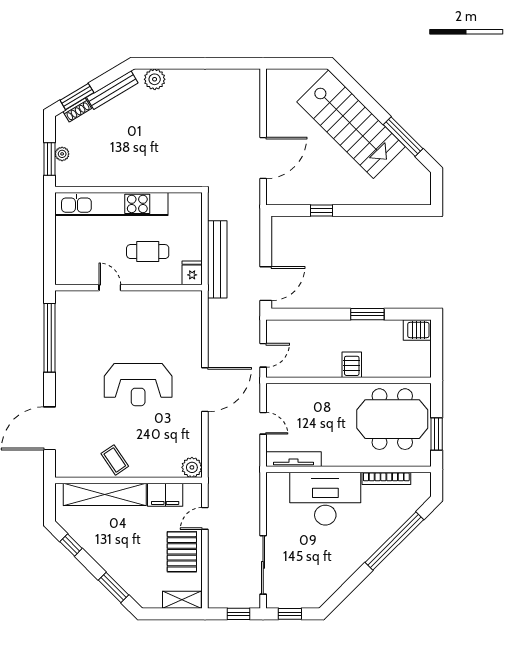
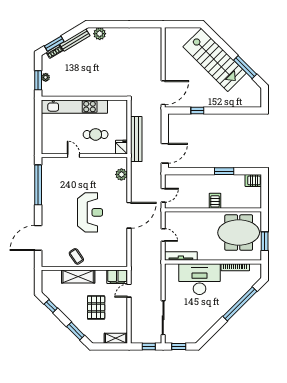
door: (263, 158) -> (163, 93), moved
reception desk: (138, 385) -> (90, 212), turned -90
plant: (192, 467) -> (121, 174), moved
shelving: (105, 494) -> (78, 277), width x0.68
filing cabinet: (165, 495) -> (117, 277), moved
pallet: (182, 552) -> (96, 307), moved

